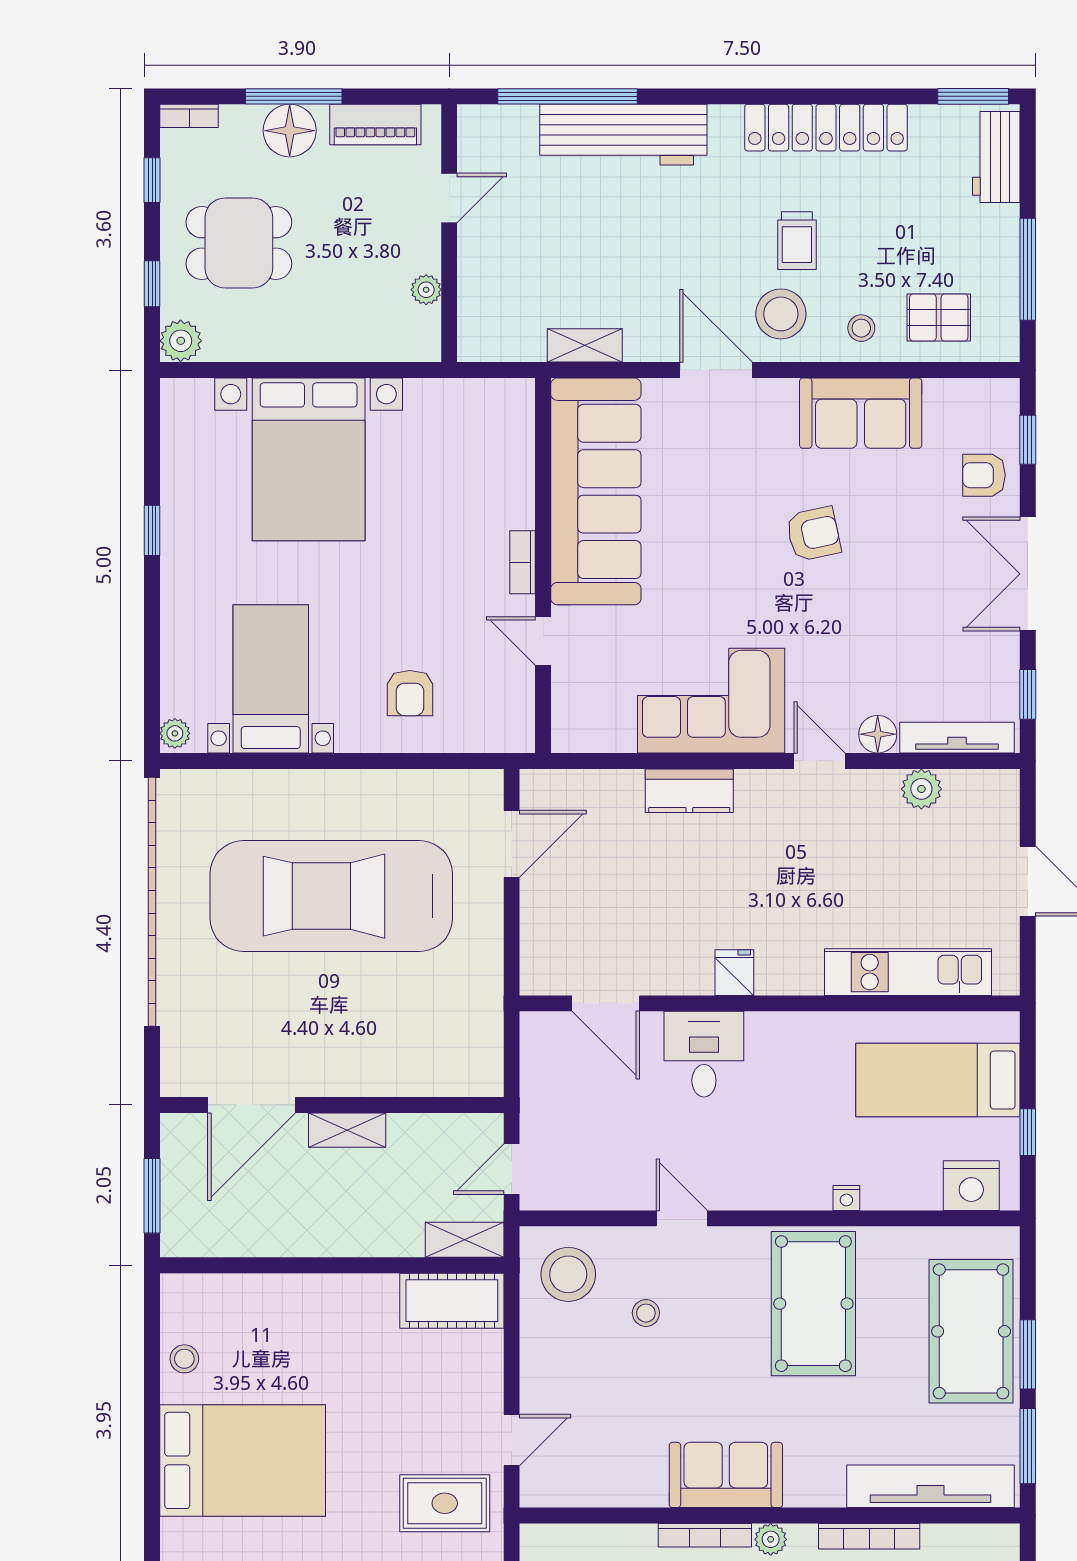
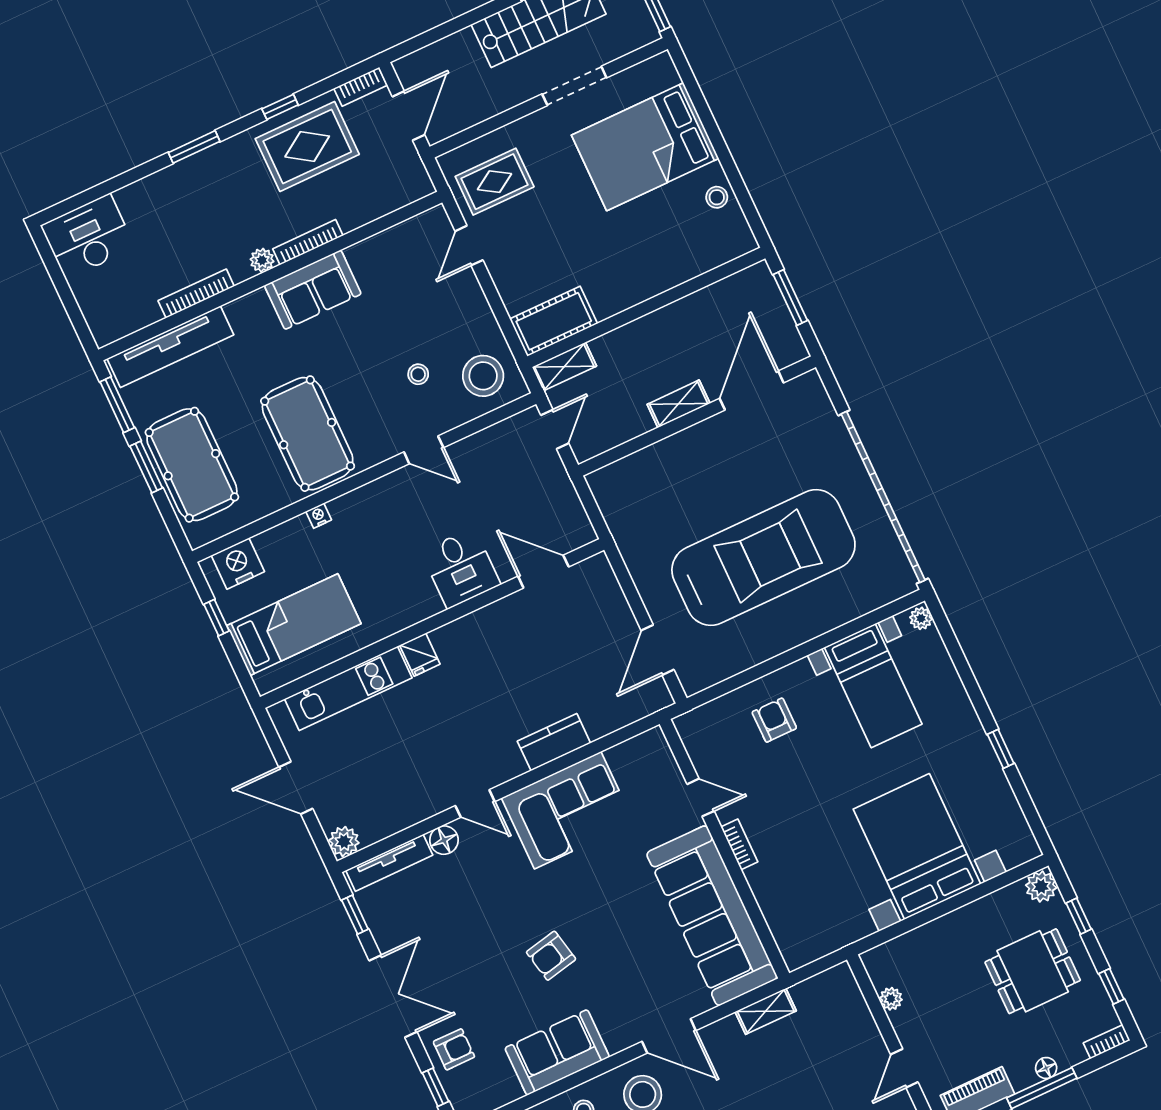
floor lamp: (290, 131) -> (1046, 1068), width x0.53, depth x0.53
plant: (921, 789) -> (344, 842), moved
fridge: (734, 973) -> (420, 655), moved

